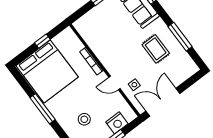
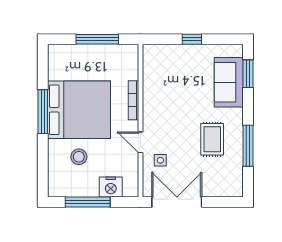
window: (42, 41) -> (97, 39), width x2.17
bed: (47, 71) -> (79, 110), moved, turned -90

